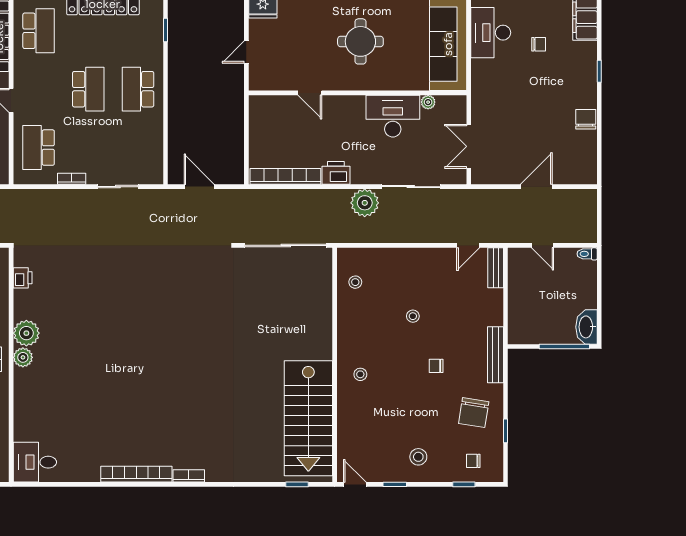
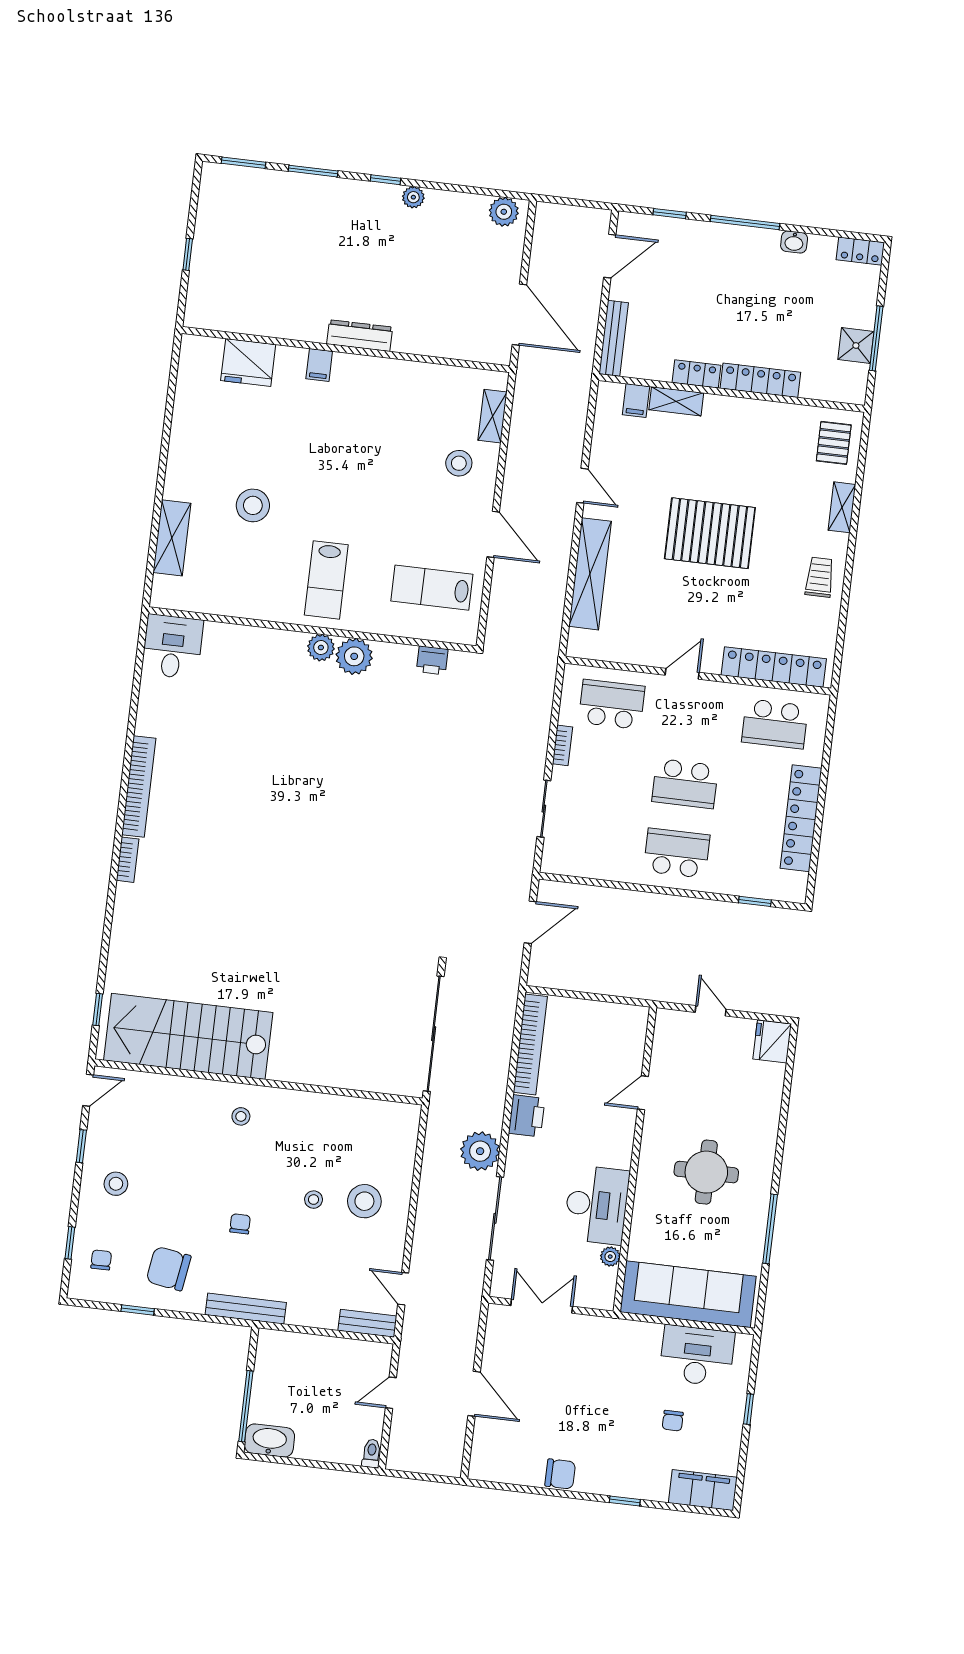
stool: (355, 282) -> (364, 1201), moved, width x1.89, depth x1.89

